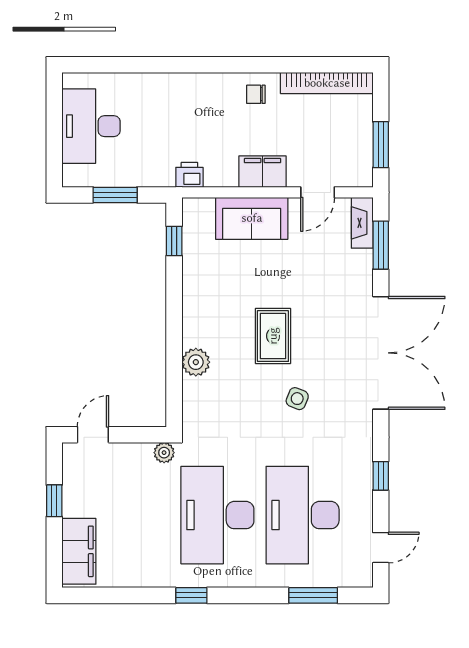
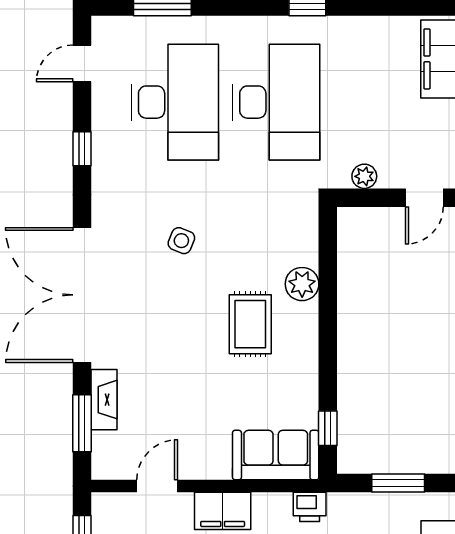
sofa: (252, 218) -> (276, 455), moved
fireplace: (362, 223) -> (104, 400), moved
rug: (273, 336) -> (250, 324), moved
plant: (164, 453) -> (364, 176), moved

